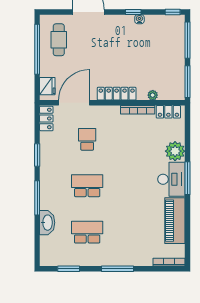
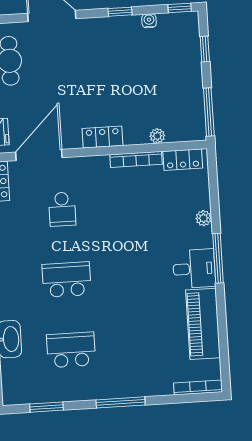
water cooler: (139, 19) -> (149, 21), moved
window: (187, 40) -> (205, 49), width x0.46
locker: (117, 94) -> (102, 137), width x0.66
school desk: (87, 139) -> (62, 209), turned 180
plant: (175, 151) -> (204, 218), width x0.53, depth x0.53
desk: (171, 179) -> (194, 269), width x0.73

